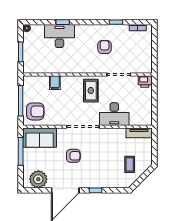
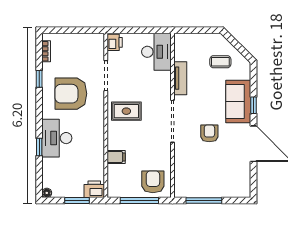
desk: (59, 36) -> (57, 138), moved
armchair: (105, 47) -> (71, 94), width x1.88, depth x1.88
printer: (29, 65) -> (94, 189), added
desk: (114, 114) -> (156, 52), moved
tv unit: (139, 133) -> (180, 78), moved
sofa: (40, 138) -> (238, 102), moved, turned 180
plant: (38, 179) -> (239, 178), removed

